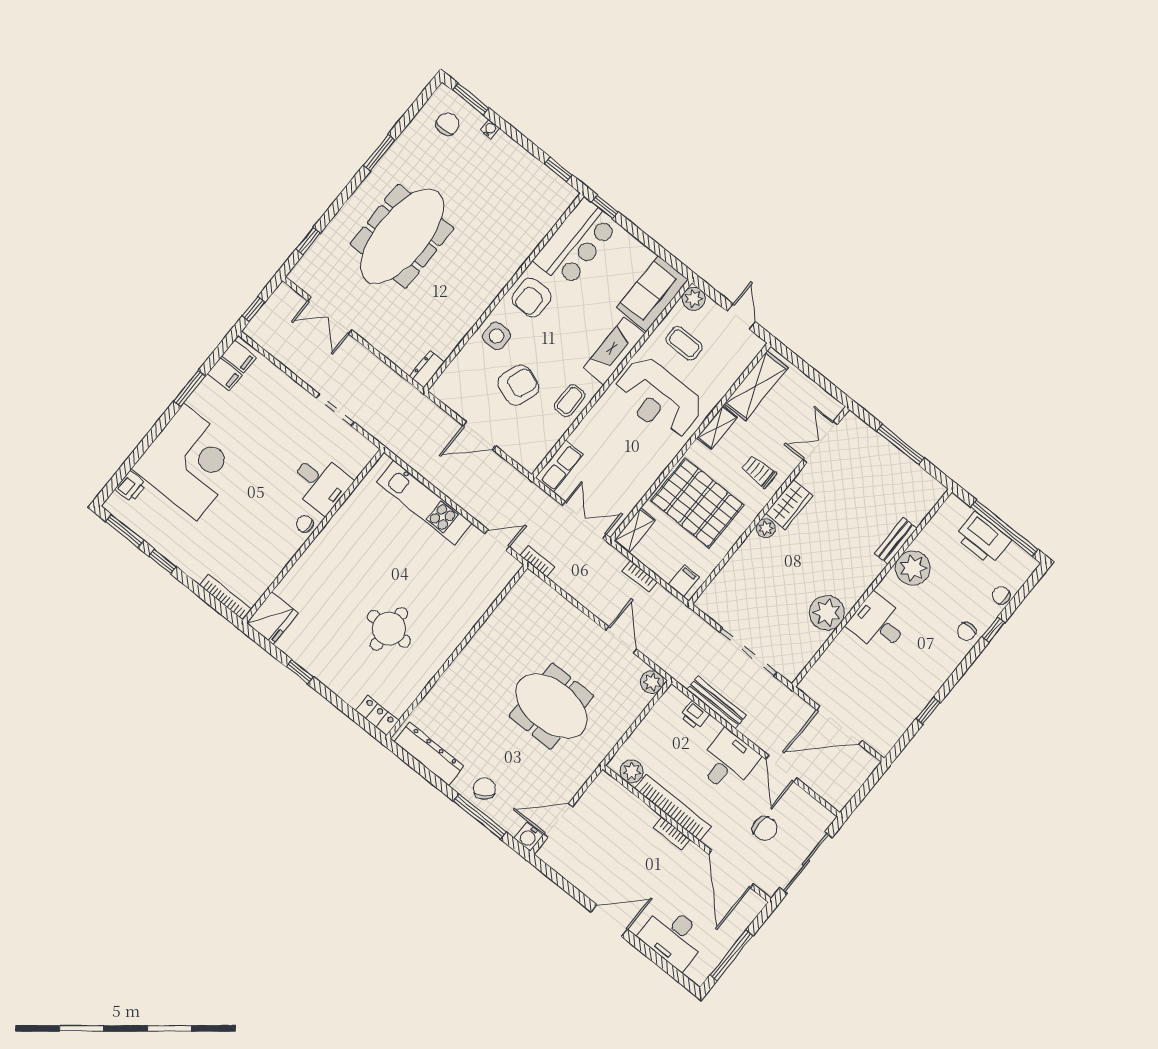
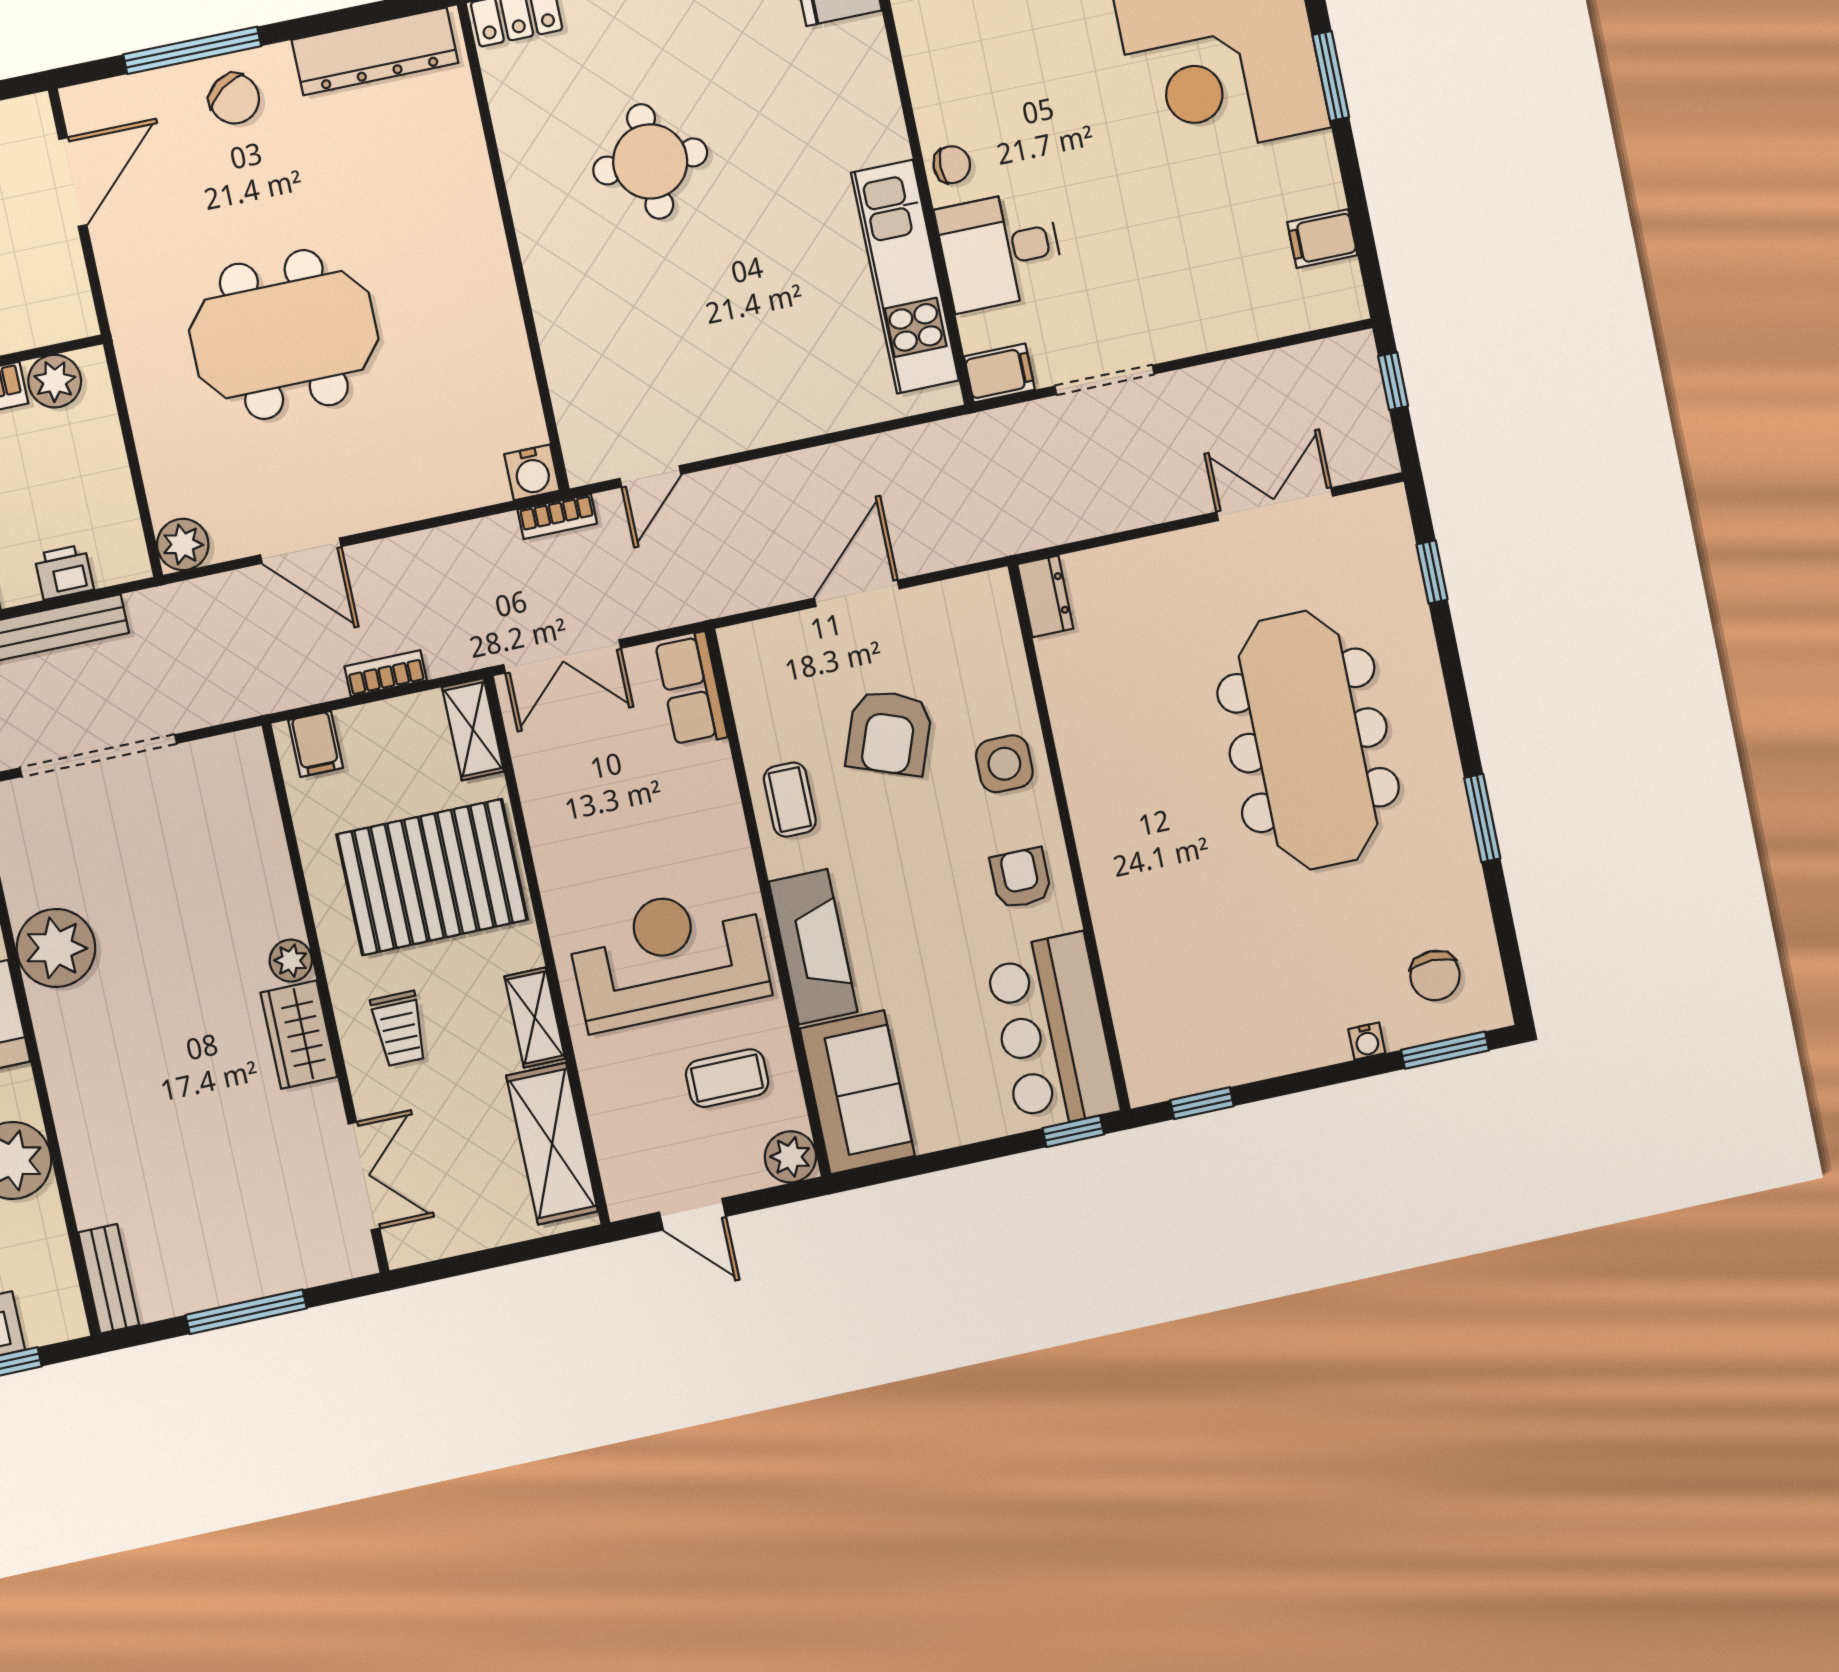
armchair: (532, 298) -> (1021, 878), width x0.72, depth x0.72
filing cabinet: (239, 357) -> (999, 373), moved, turned 180
window: (190, 388) -> (1331, 76), moved
trolley: (759, 471) -> (399, 1029), turned 90
kitchen unit: (424, 503) -> (905, 277), moved, turned -90
bench: (896, 541) -> (109, 1279), moved
water cooler: (529, 837) -> (532, 472), moved, turned 180

